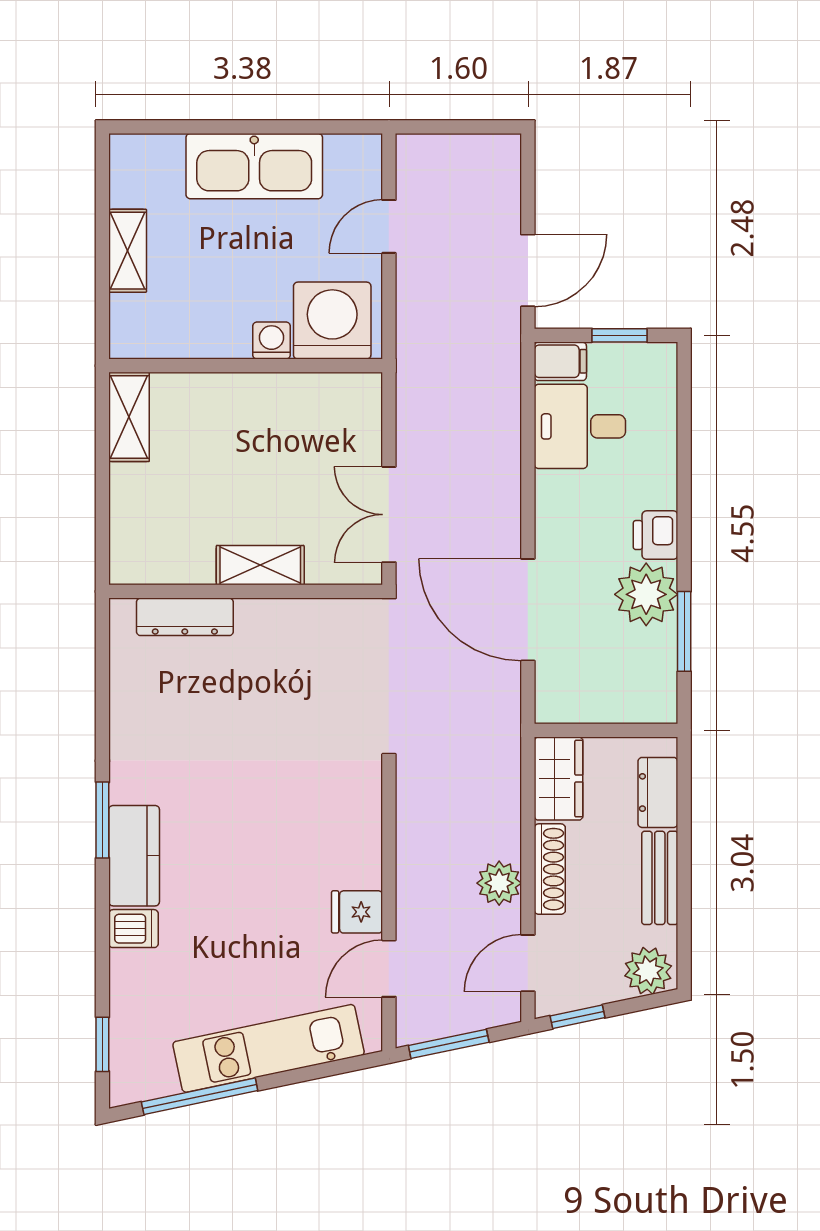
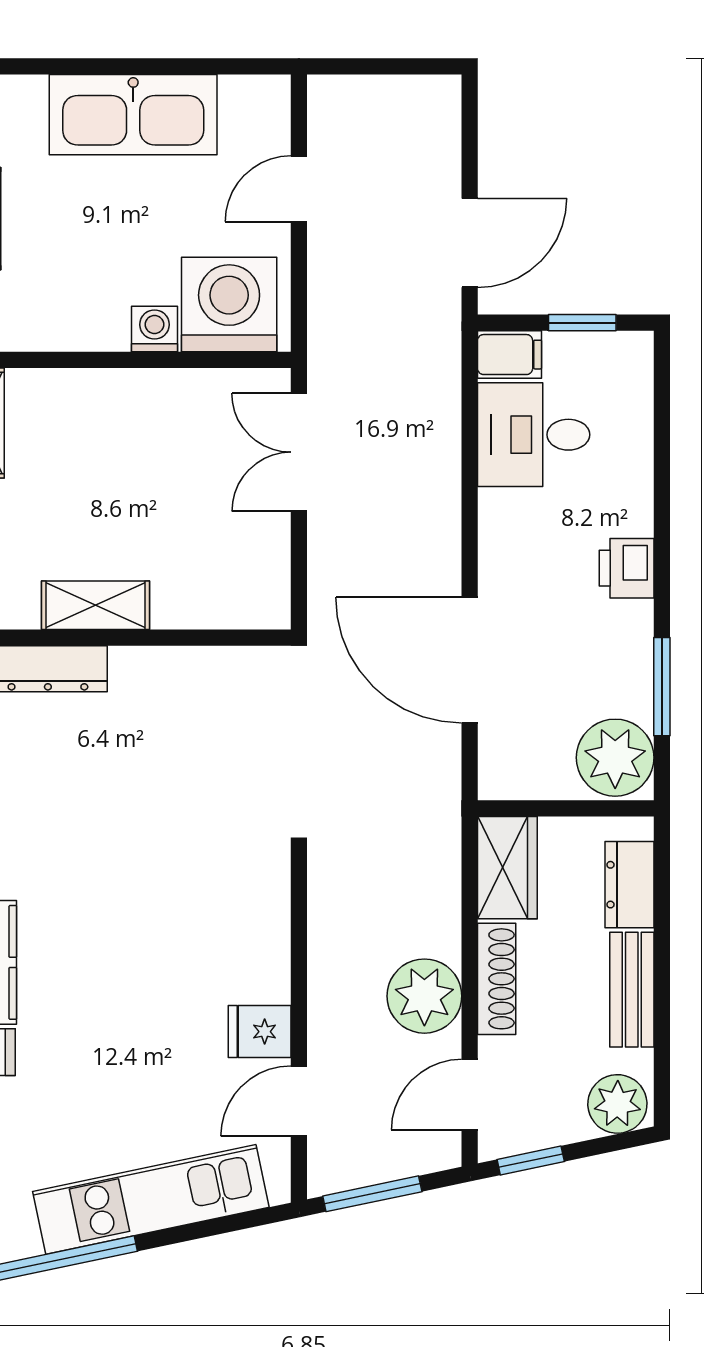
double door: (389, 515) -> (299, 452), moved
shelving: (260, 565) -> (96, 605), moved
plant: (646, 594) -> (615, 758), moved
plant: (499, 883) -> (424, 996), width x1.36, depth x1.36

